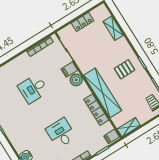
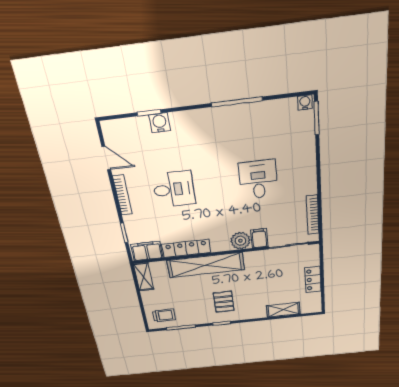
filing cabinet: (112, 136) -> (147, 251), width x2.00

